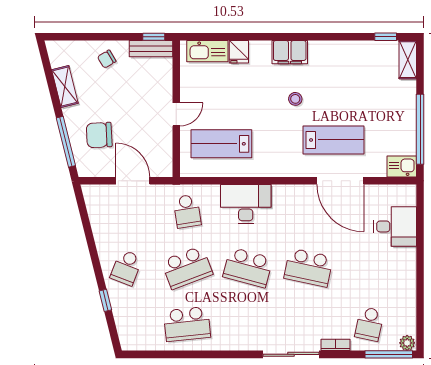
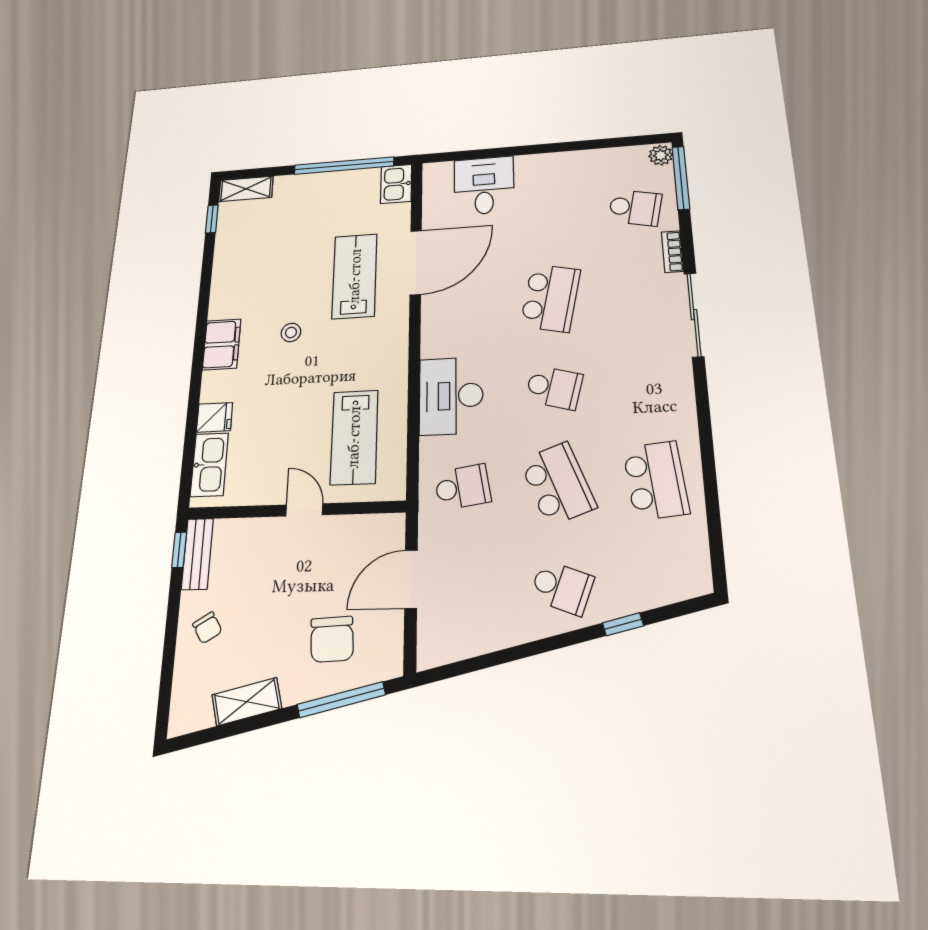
school desk: (248, 268) -> (554, 388), width x0.54

